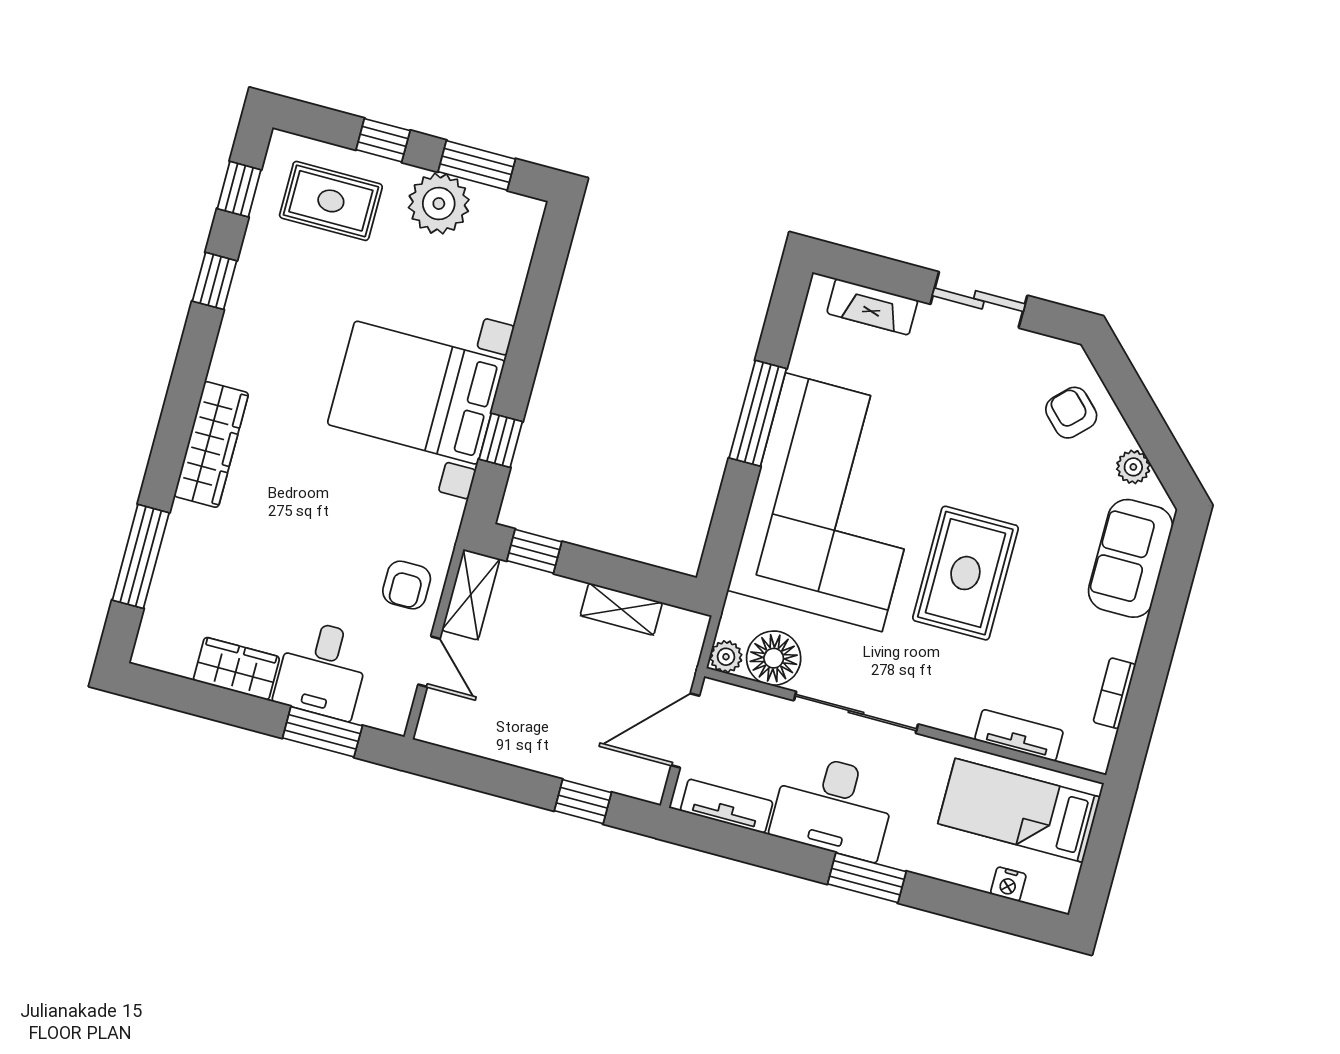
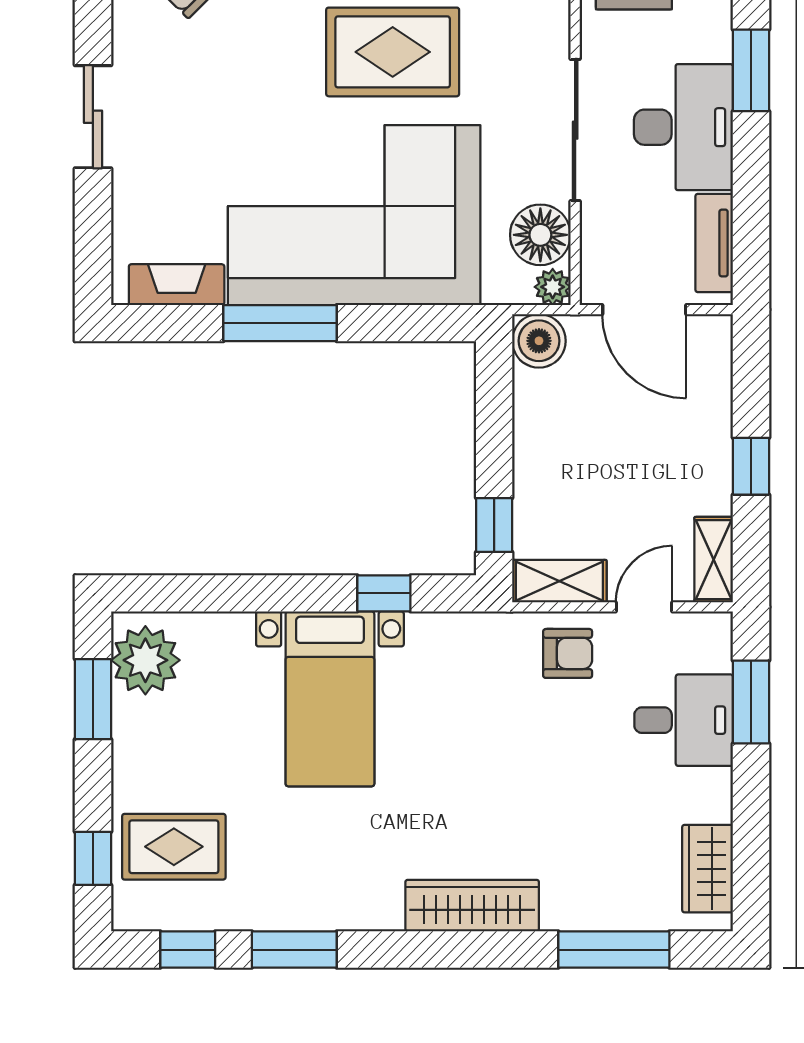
window: (383, 140) -> (93, 858), moved
rug: (331, 201) -> (174, 847), turned 90
plant: (439, 204) -> (145, 660), moved
window: (215, 281) -> (294, 950), width x1.50
fireplace: (872, 307) -> (177, 285), moved, turned -90
bed with nightstands: (416, 393) -> (330, 699), width x0.73
shelving: (621, 609) -> (714, 560), moved
boiler: (683, 632) -> (539, 341), added
wardrobe: (236, 669) -> (708, 869), moved
window: (583, 802) -> (751, 466), moved

